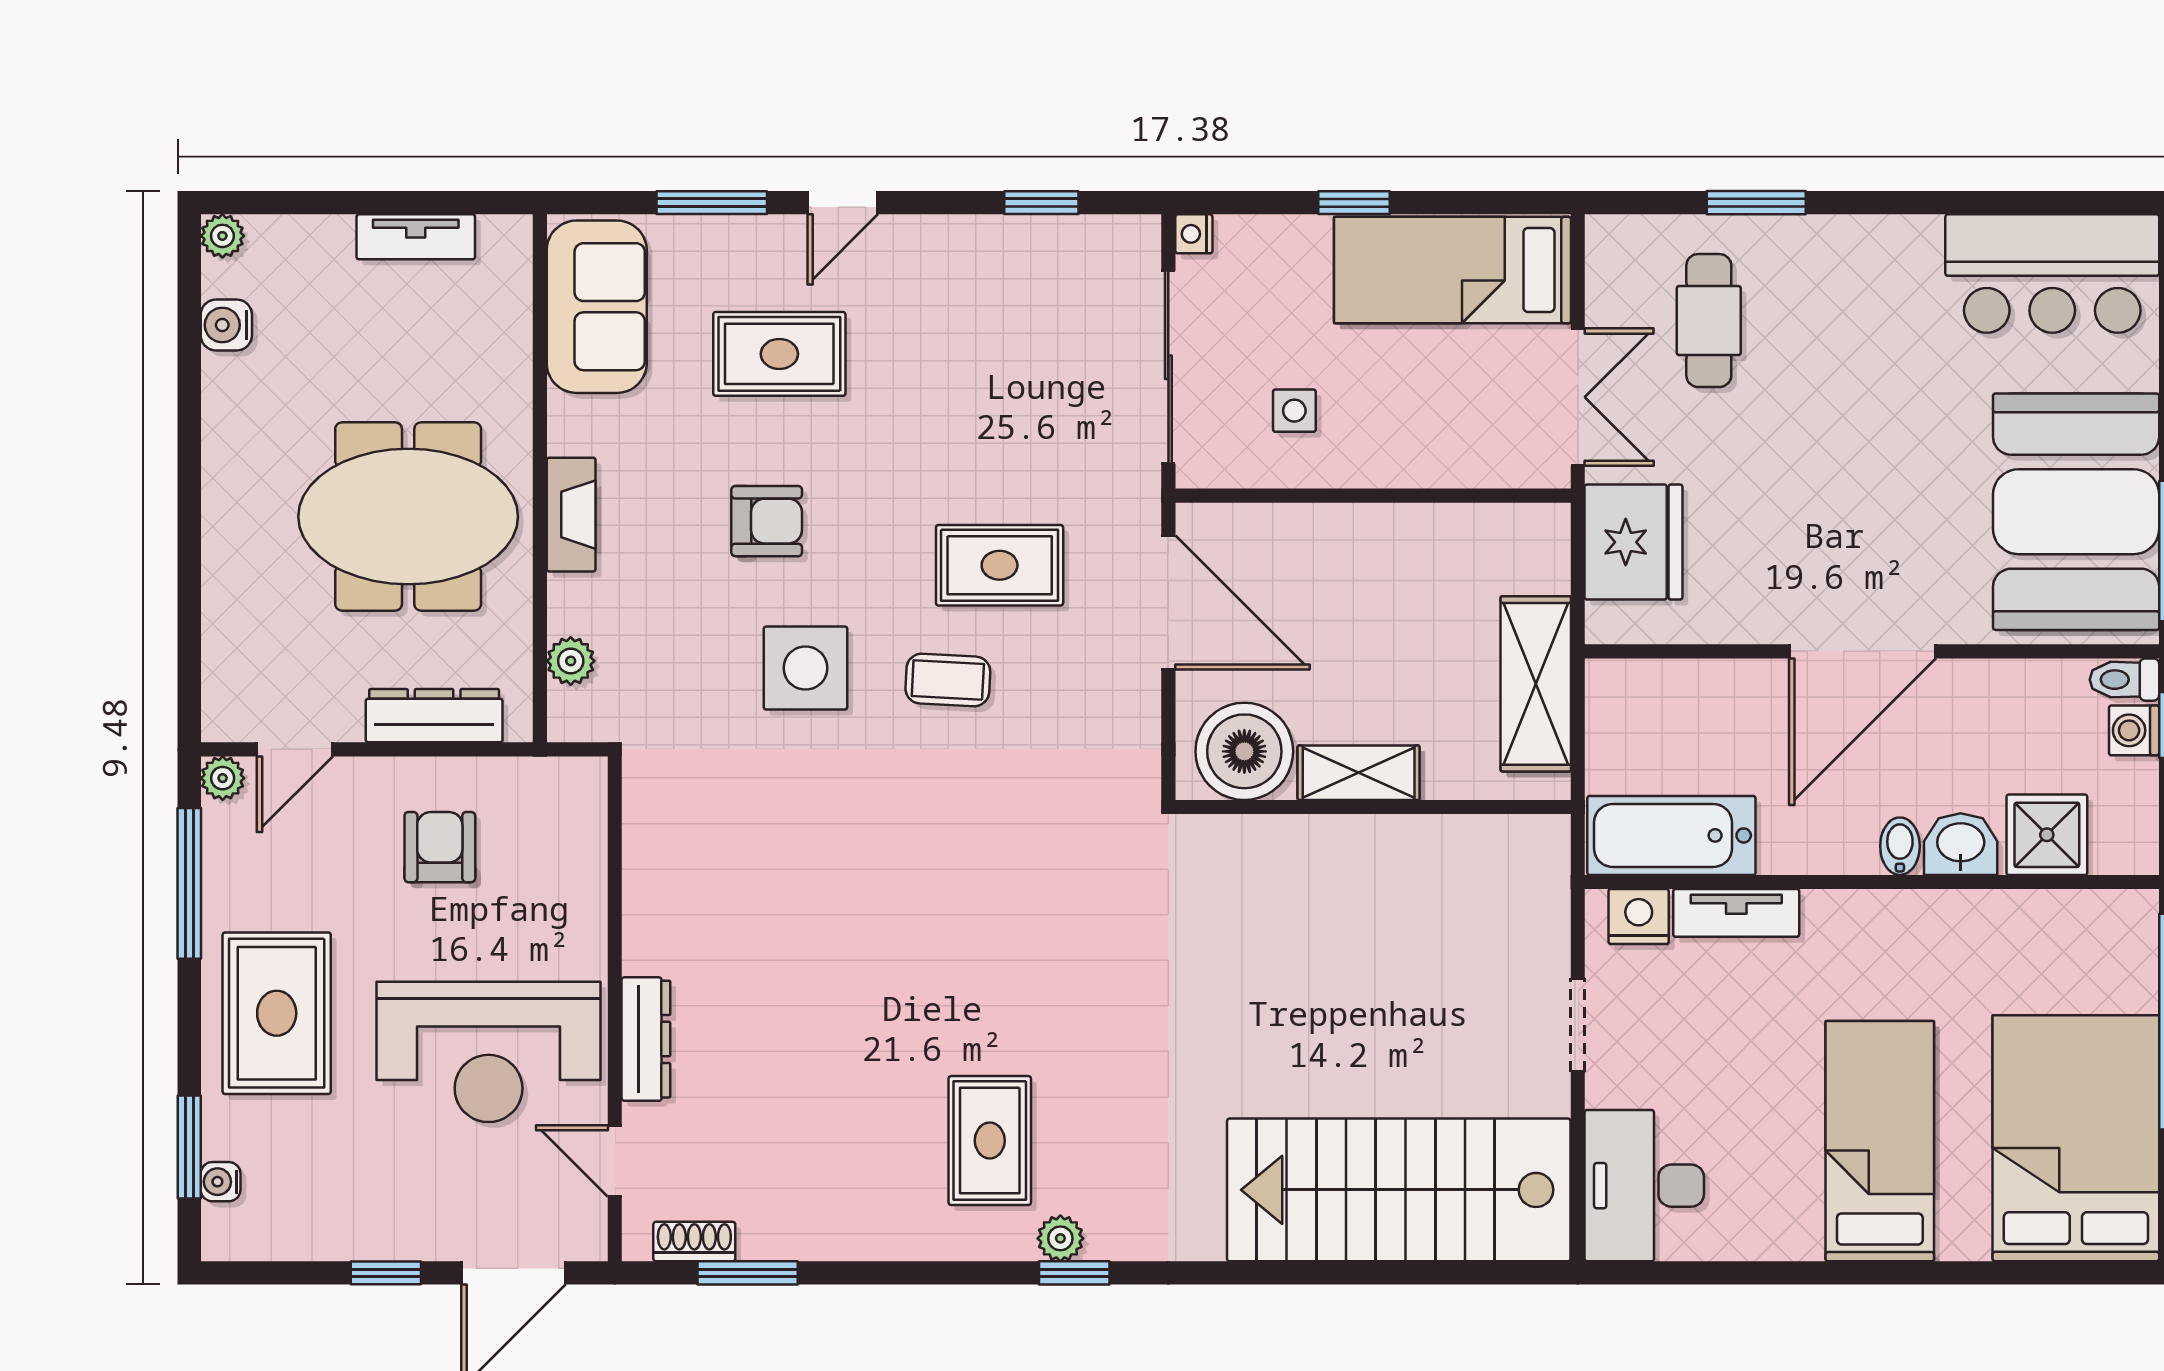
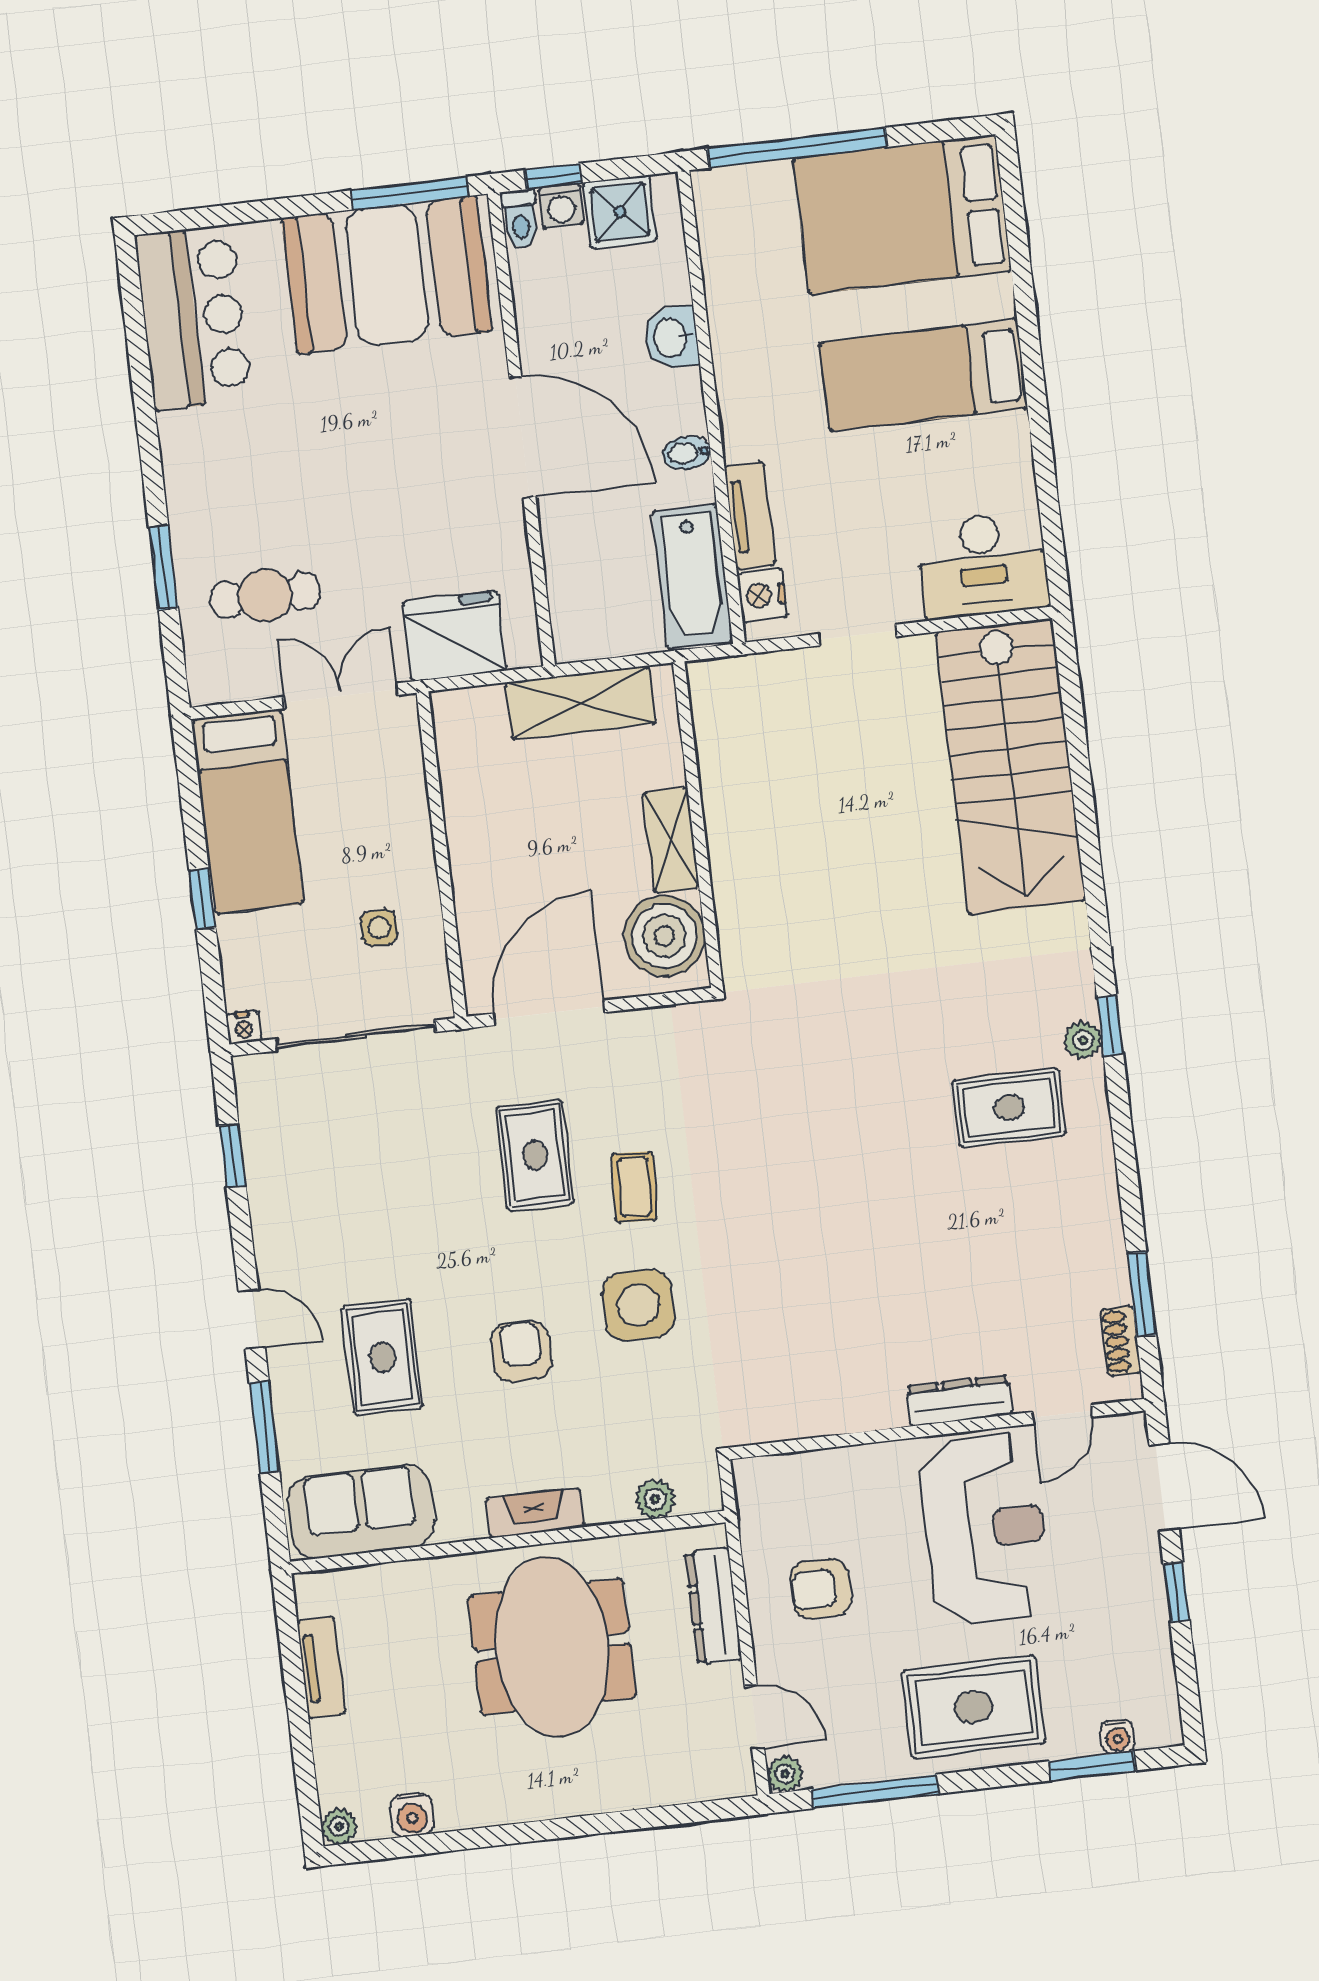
shower: (2047, 835) -> (620, 212), moved
bidet: (1900, 846) -> (687, 453), moved

